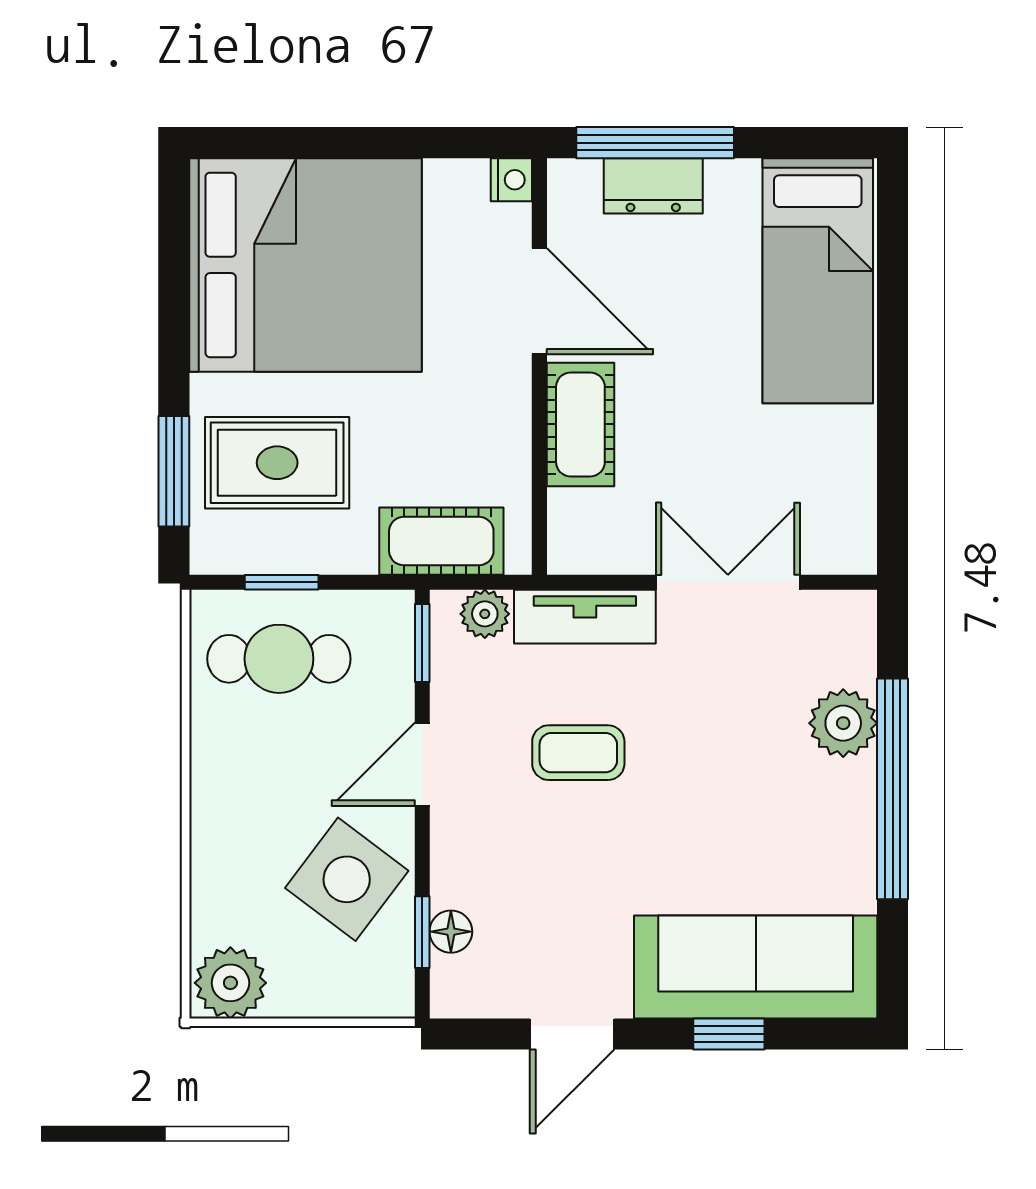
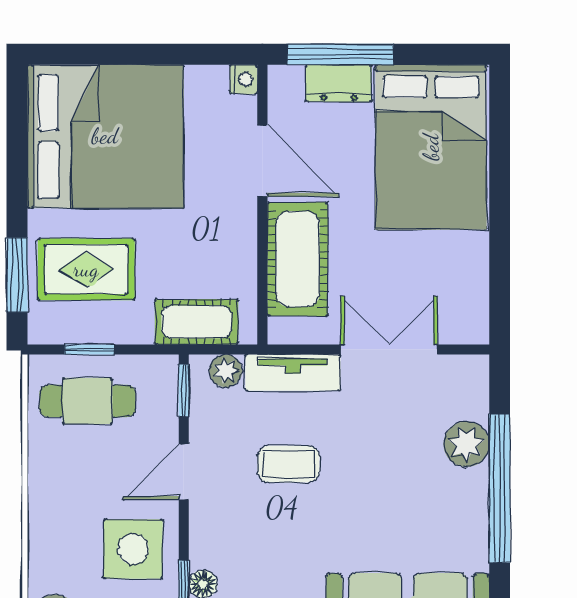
bed: (818, 281) -> (431, 147), width x1.50
cot: (580, 424) -> (298, 259), width x1.37, depth x1.34
side table: (347, 879) -> (133, 549), turned -37

